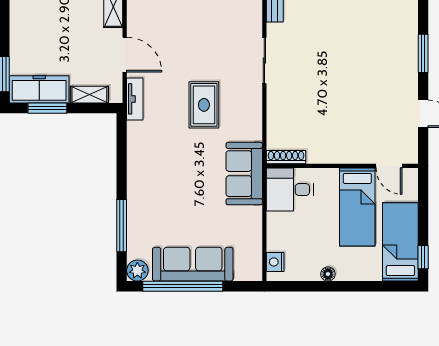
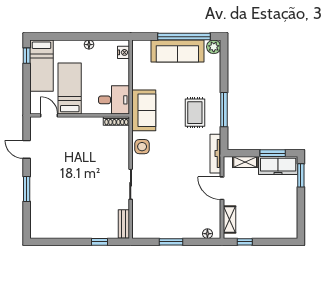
tv unit: (135, 99) -> (215, 154), width x1.41
rug: (204, 105) -> (195, 113), moved
side table: (247, 118) -> (142, 147), added
window: (122, 226) -> (224, 110), moved

